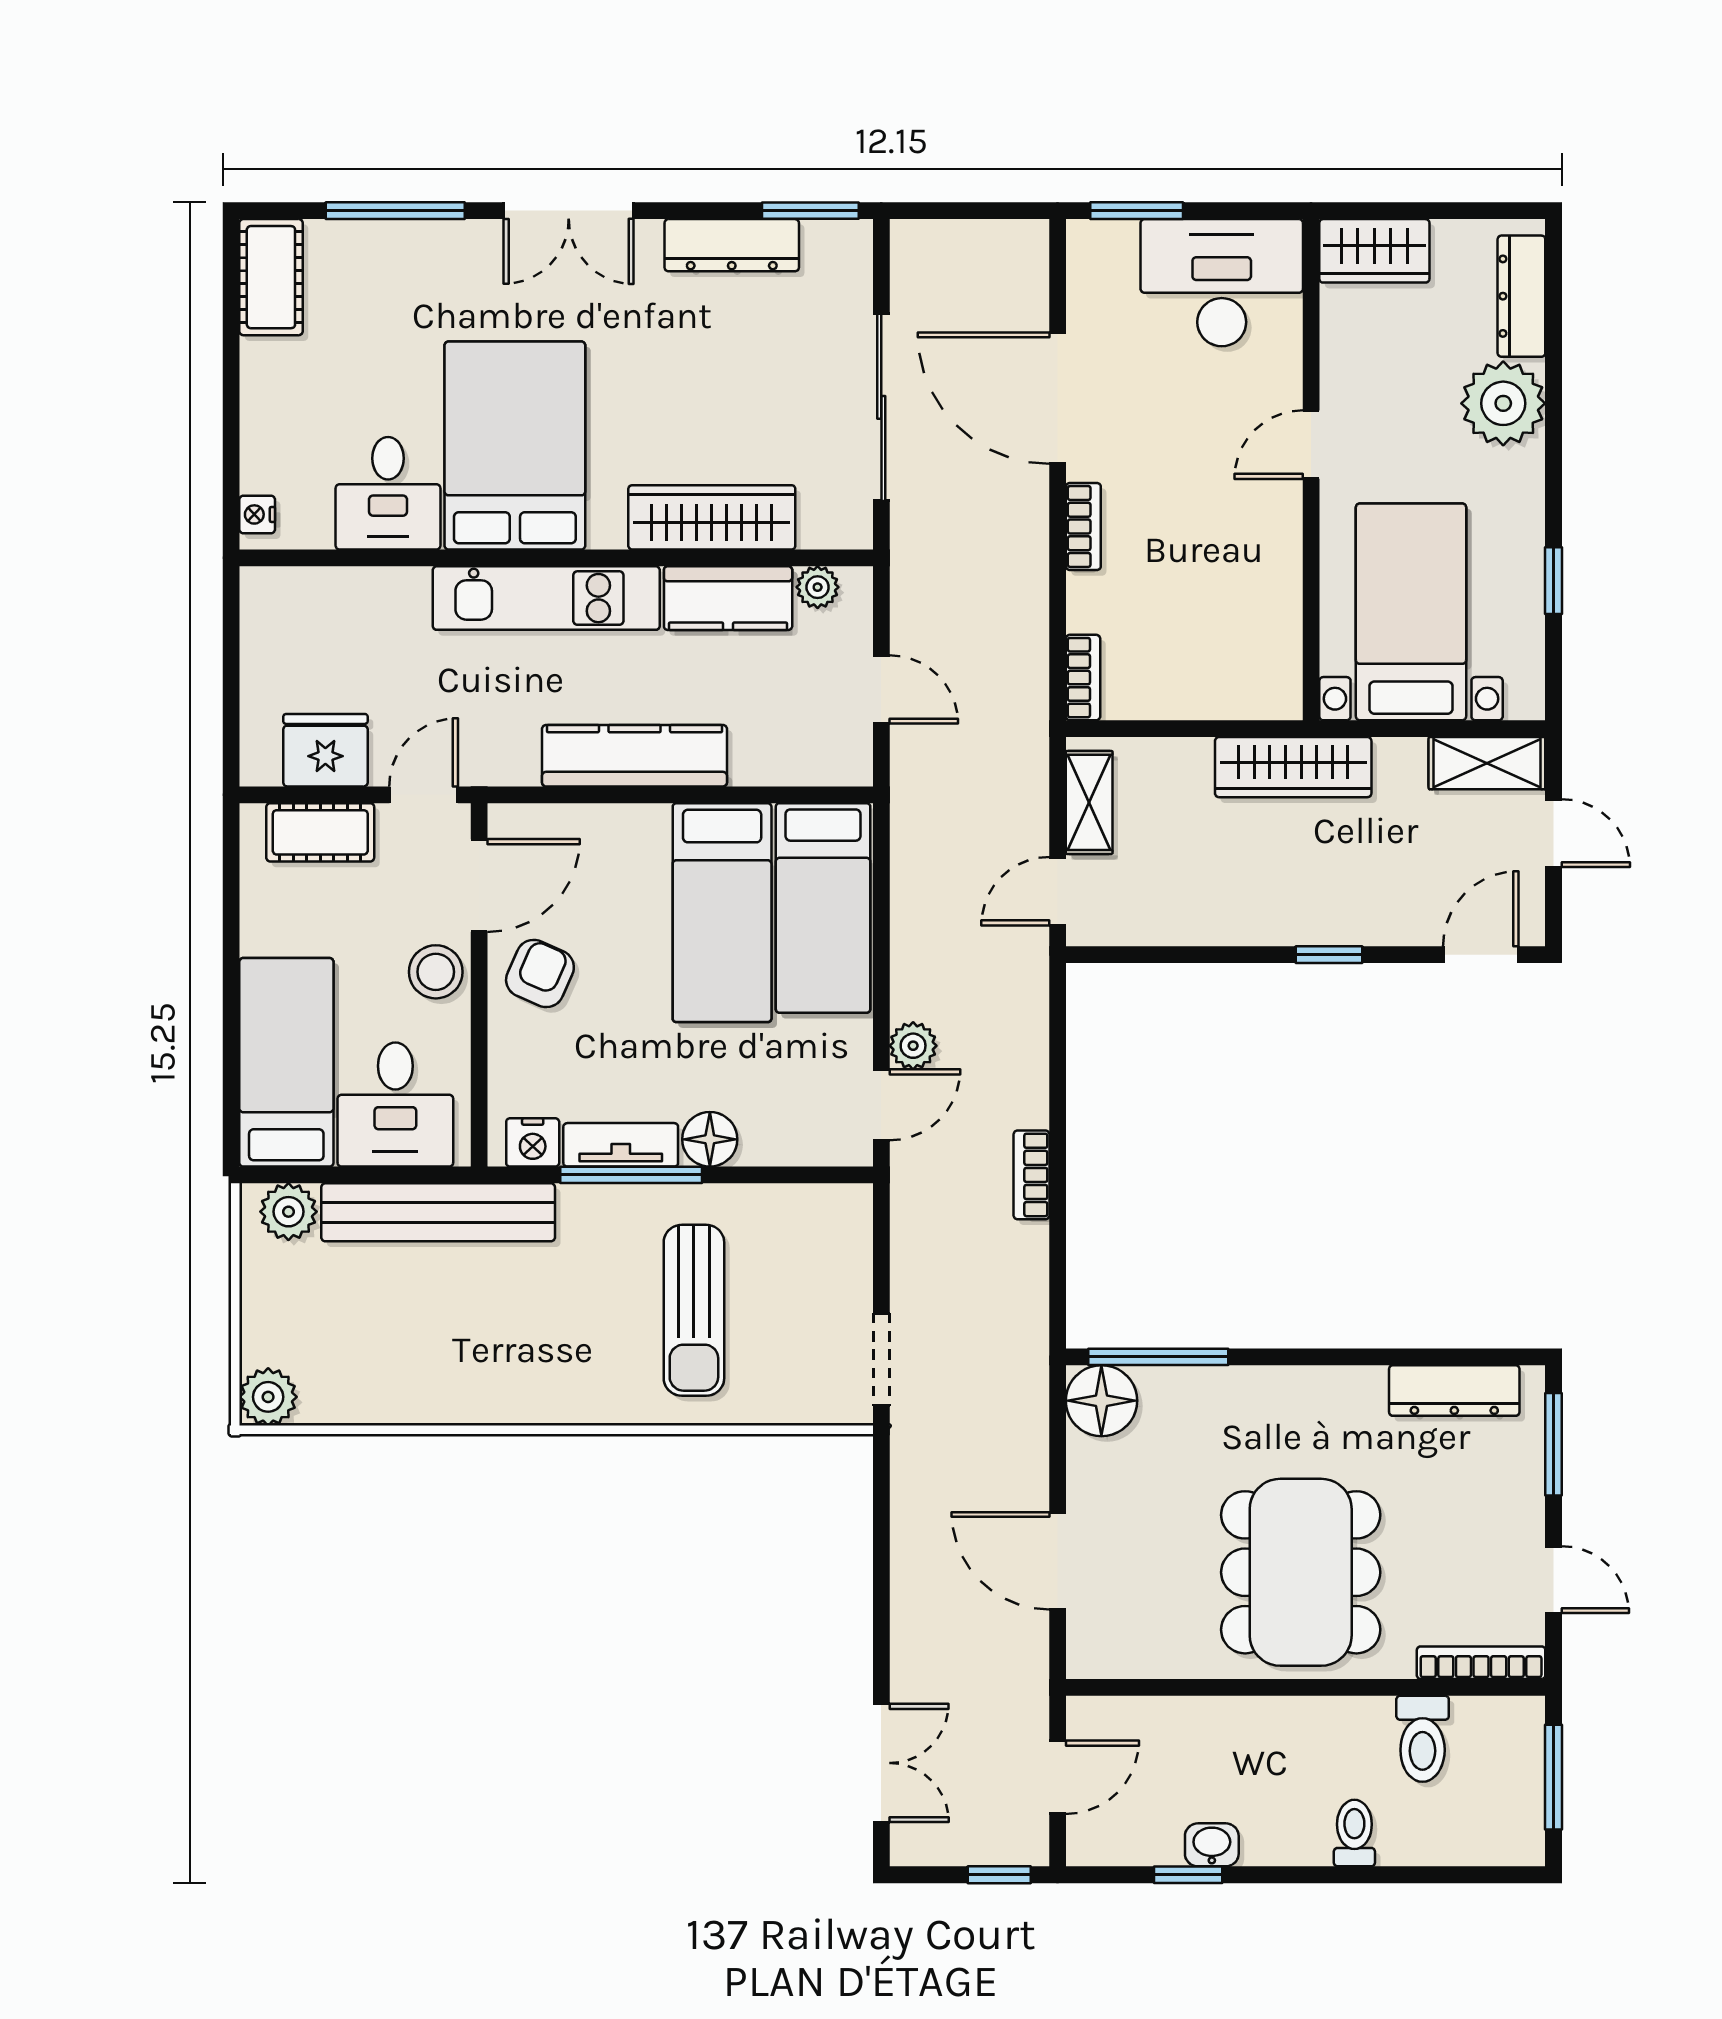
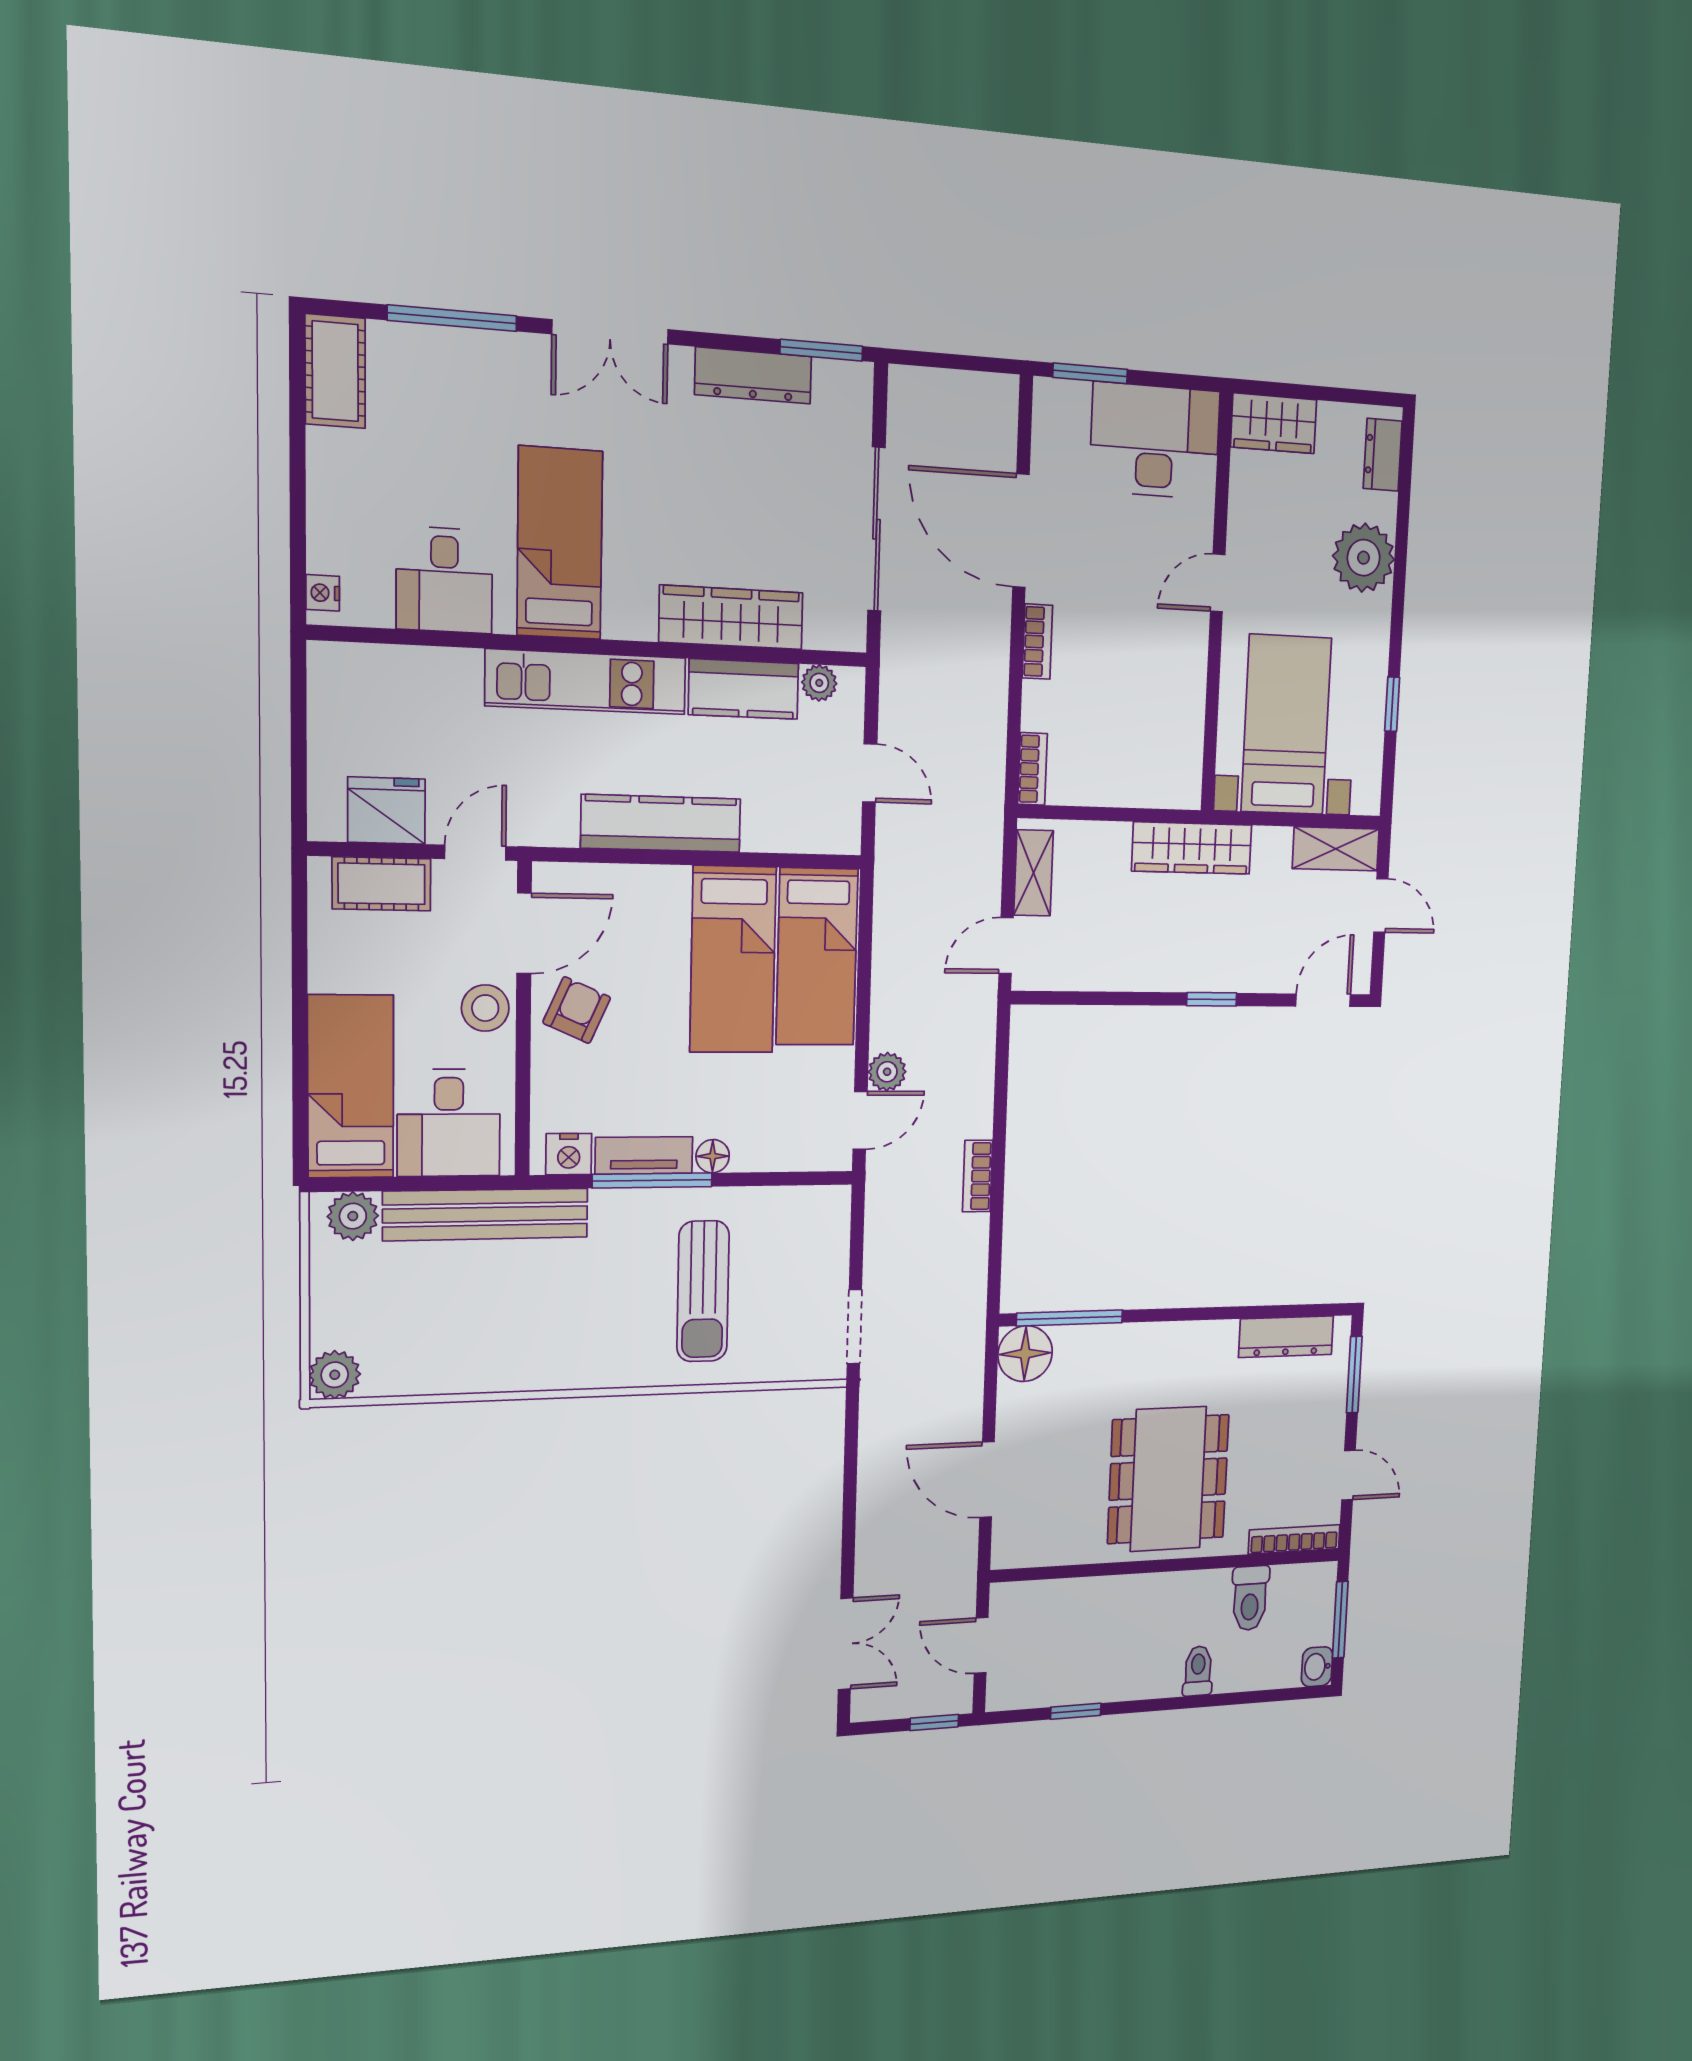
dresser: (1521, 296) -> (1383, 455), width x0.70
bed: (515, 446) -> (560, 543), width x0.67
floor lamp: (710, 1139) -> (713, 1156), width x0.73, depth x0.73
door: (1058, 1777) -> (981, 1645), swing flipped
washbasin: (1212, 1845) -> (1317, 1667), moved, turned -90

